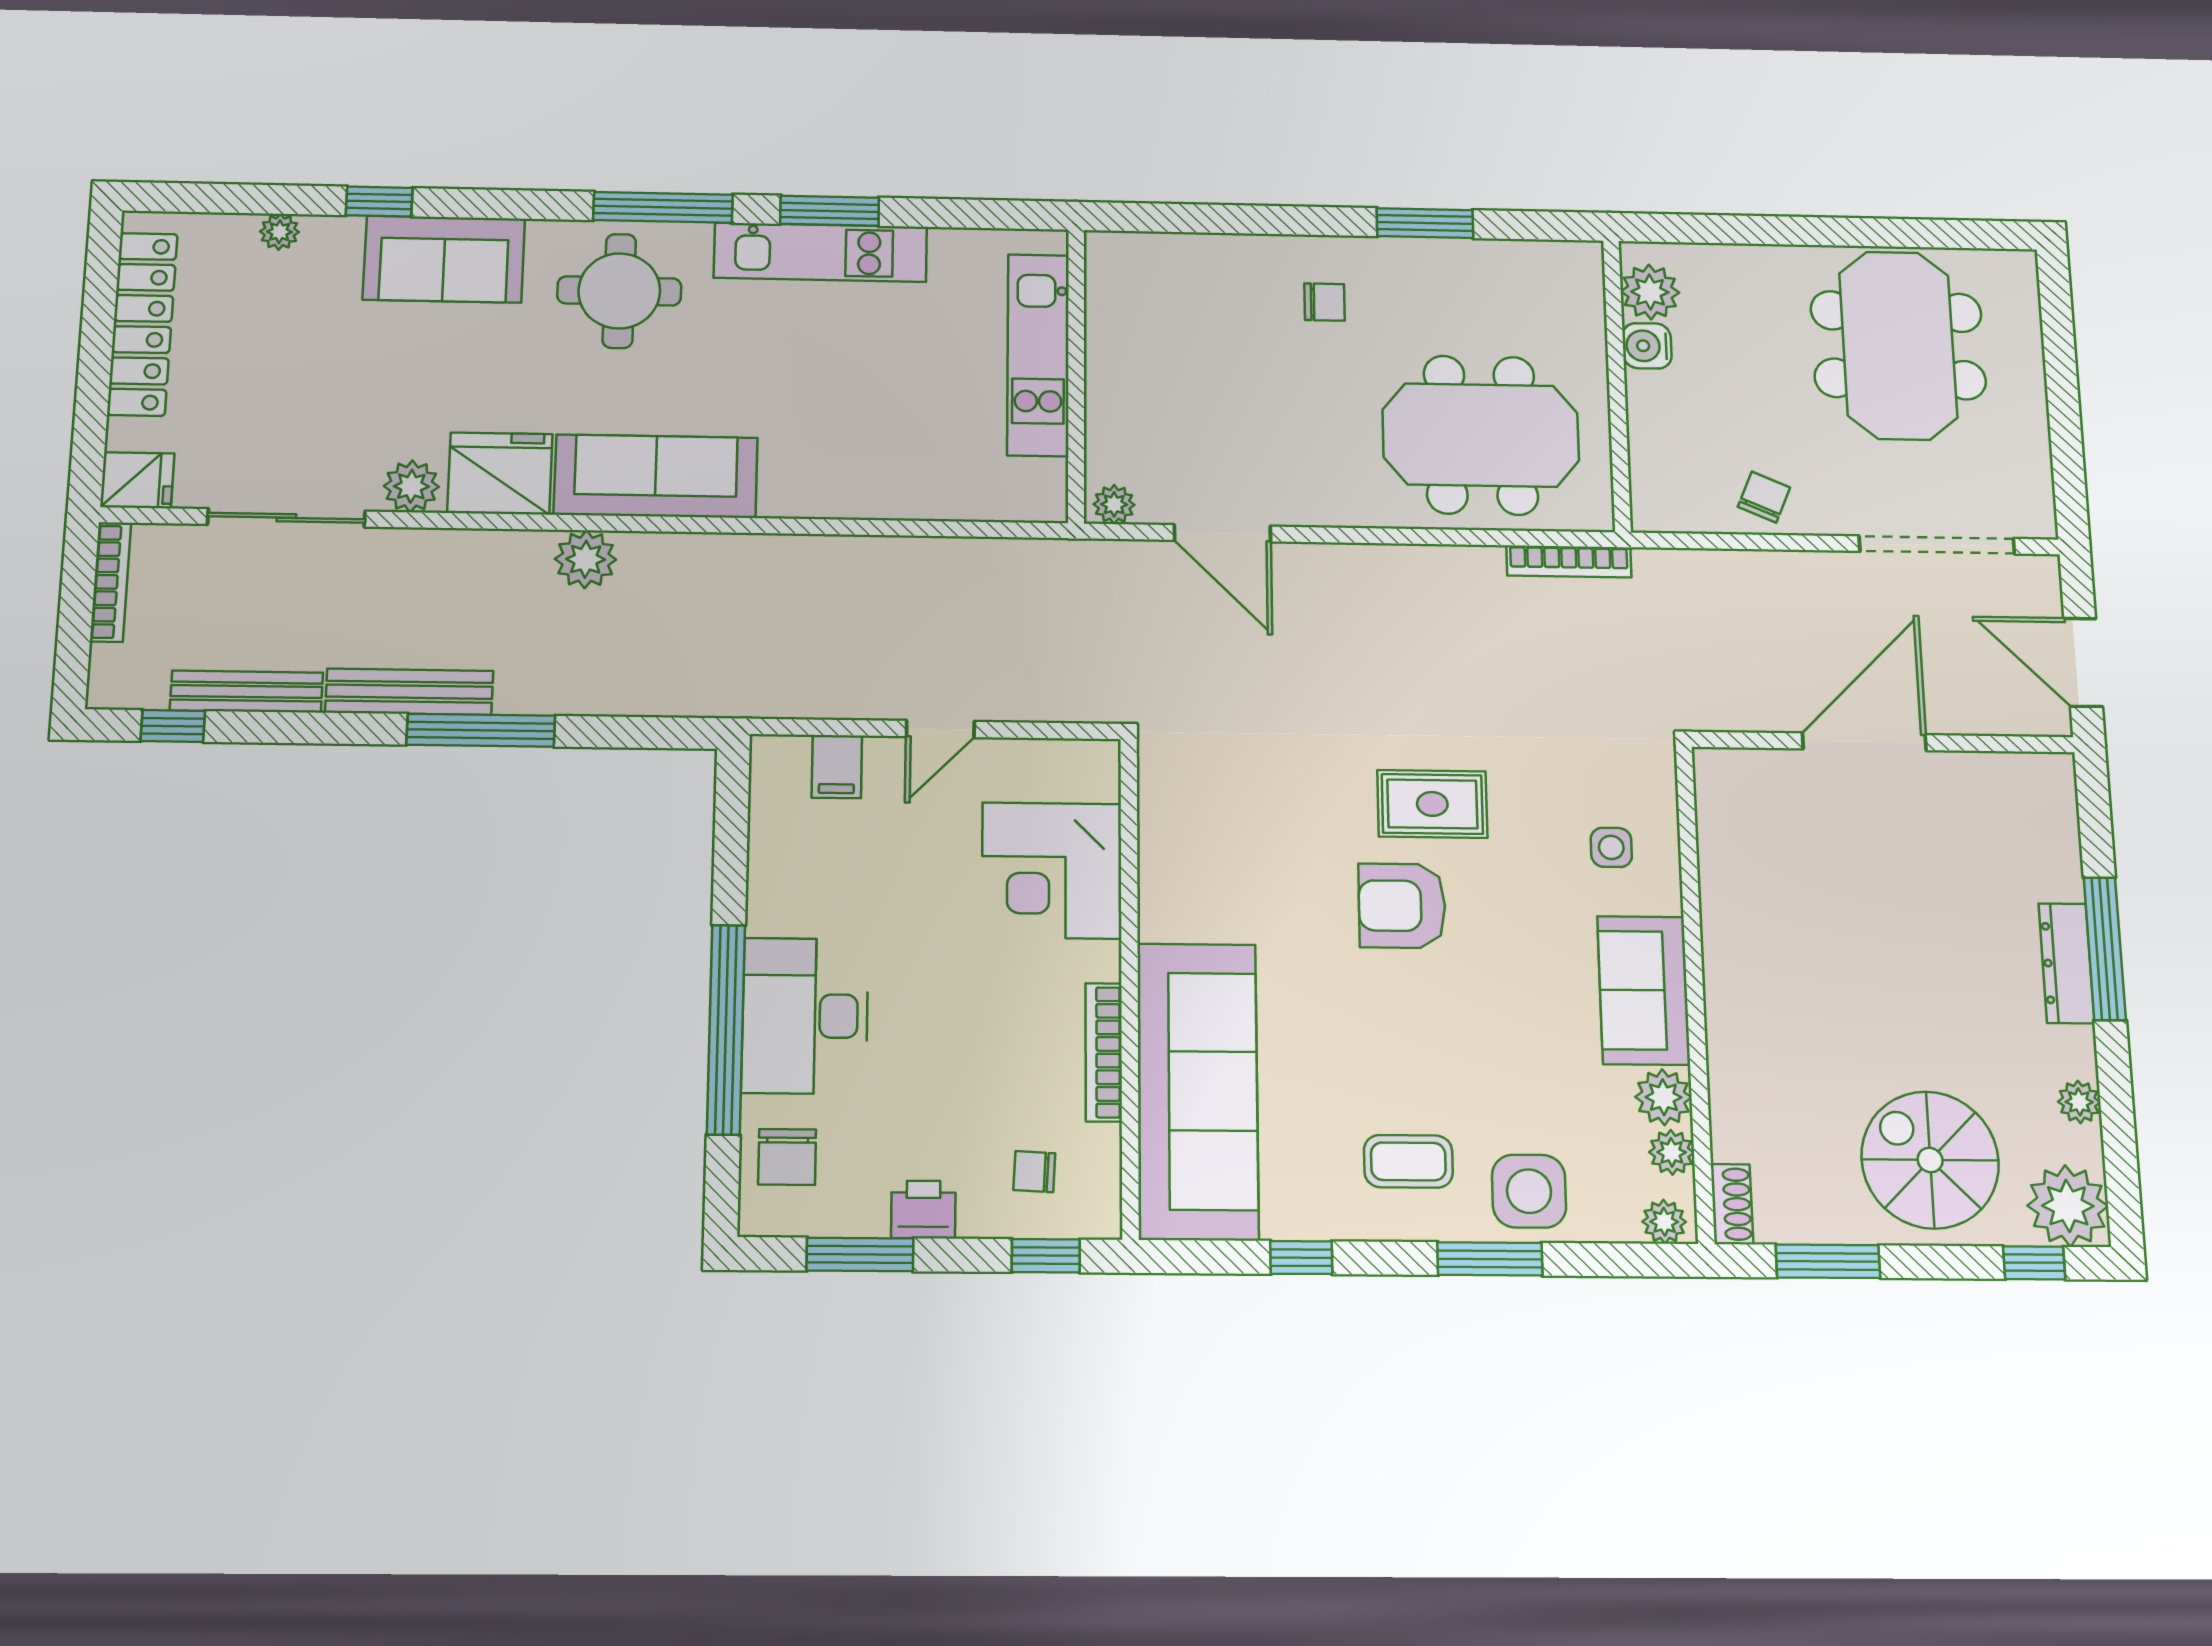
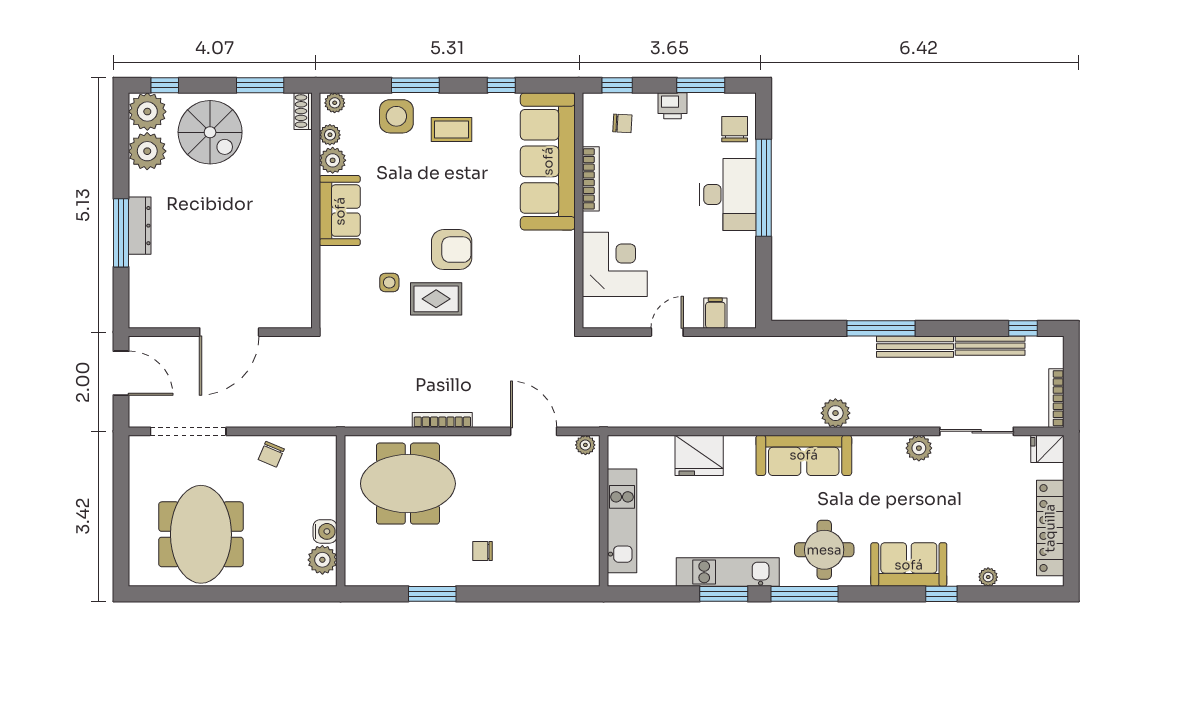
fridge: (500, 473) -> (699, 455), moved
bookcase: (1569, 561) -> (442, 420), moved
side table: (1611, 847) -> (389, 282), moved
plant: (2079, 1102) -> (147, 151), width x1.88, depth x1.88

